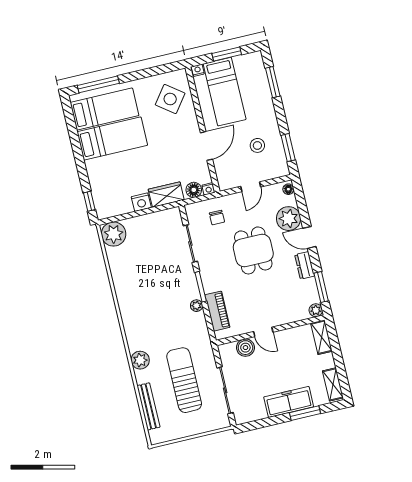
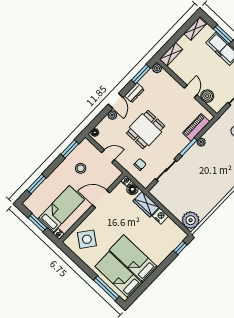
plant: (289, 219) -> (112, 115), width x0.53, depth x0.53

